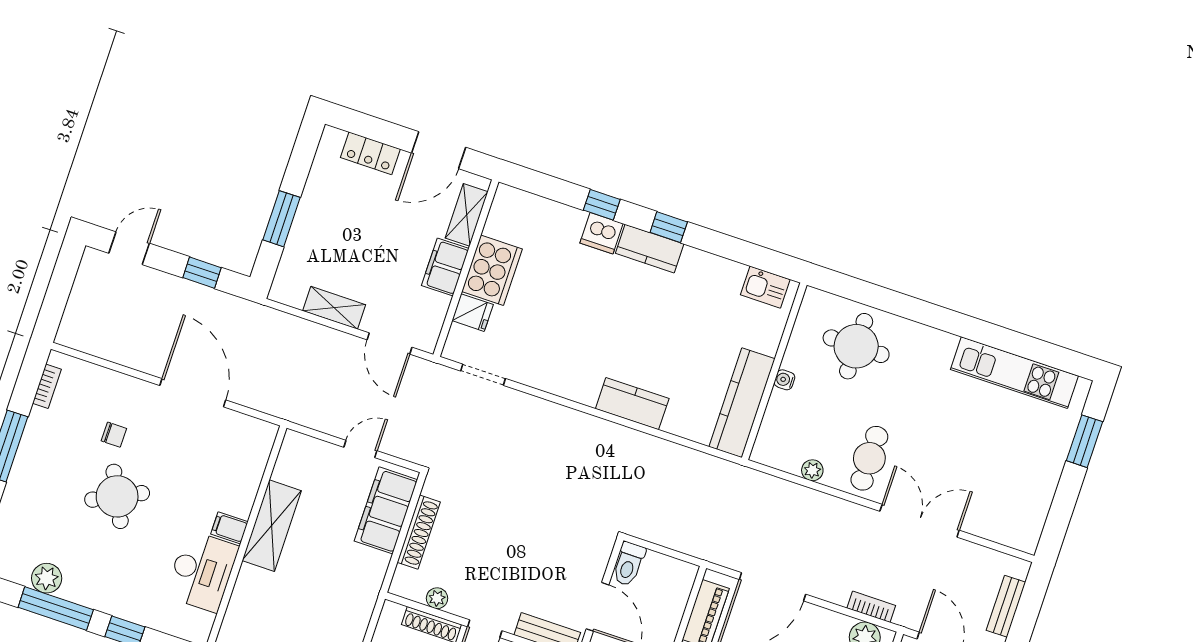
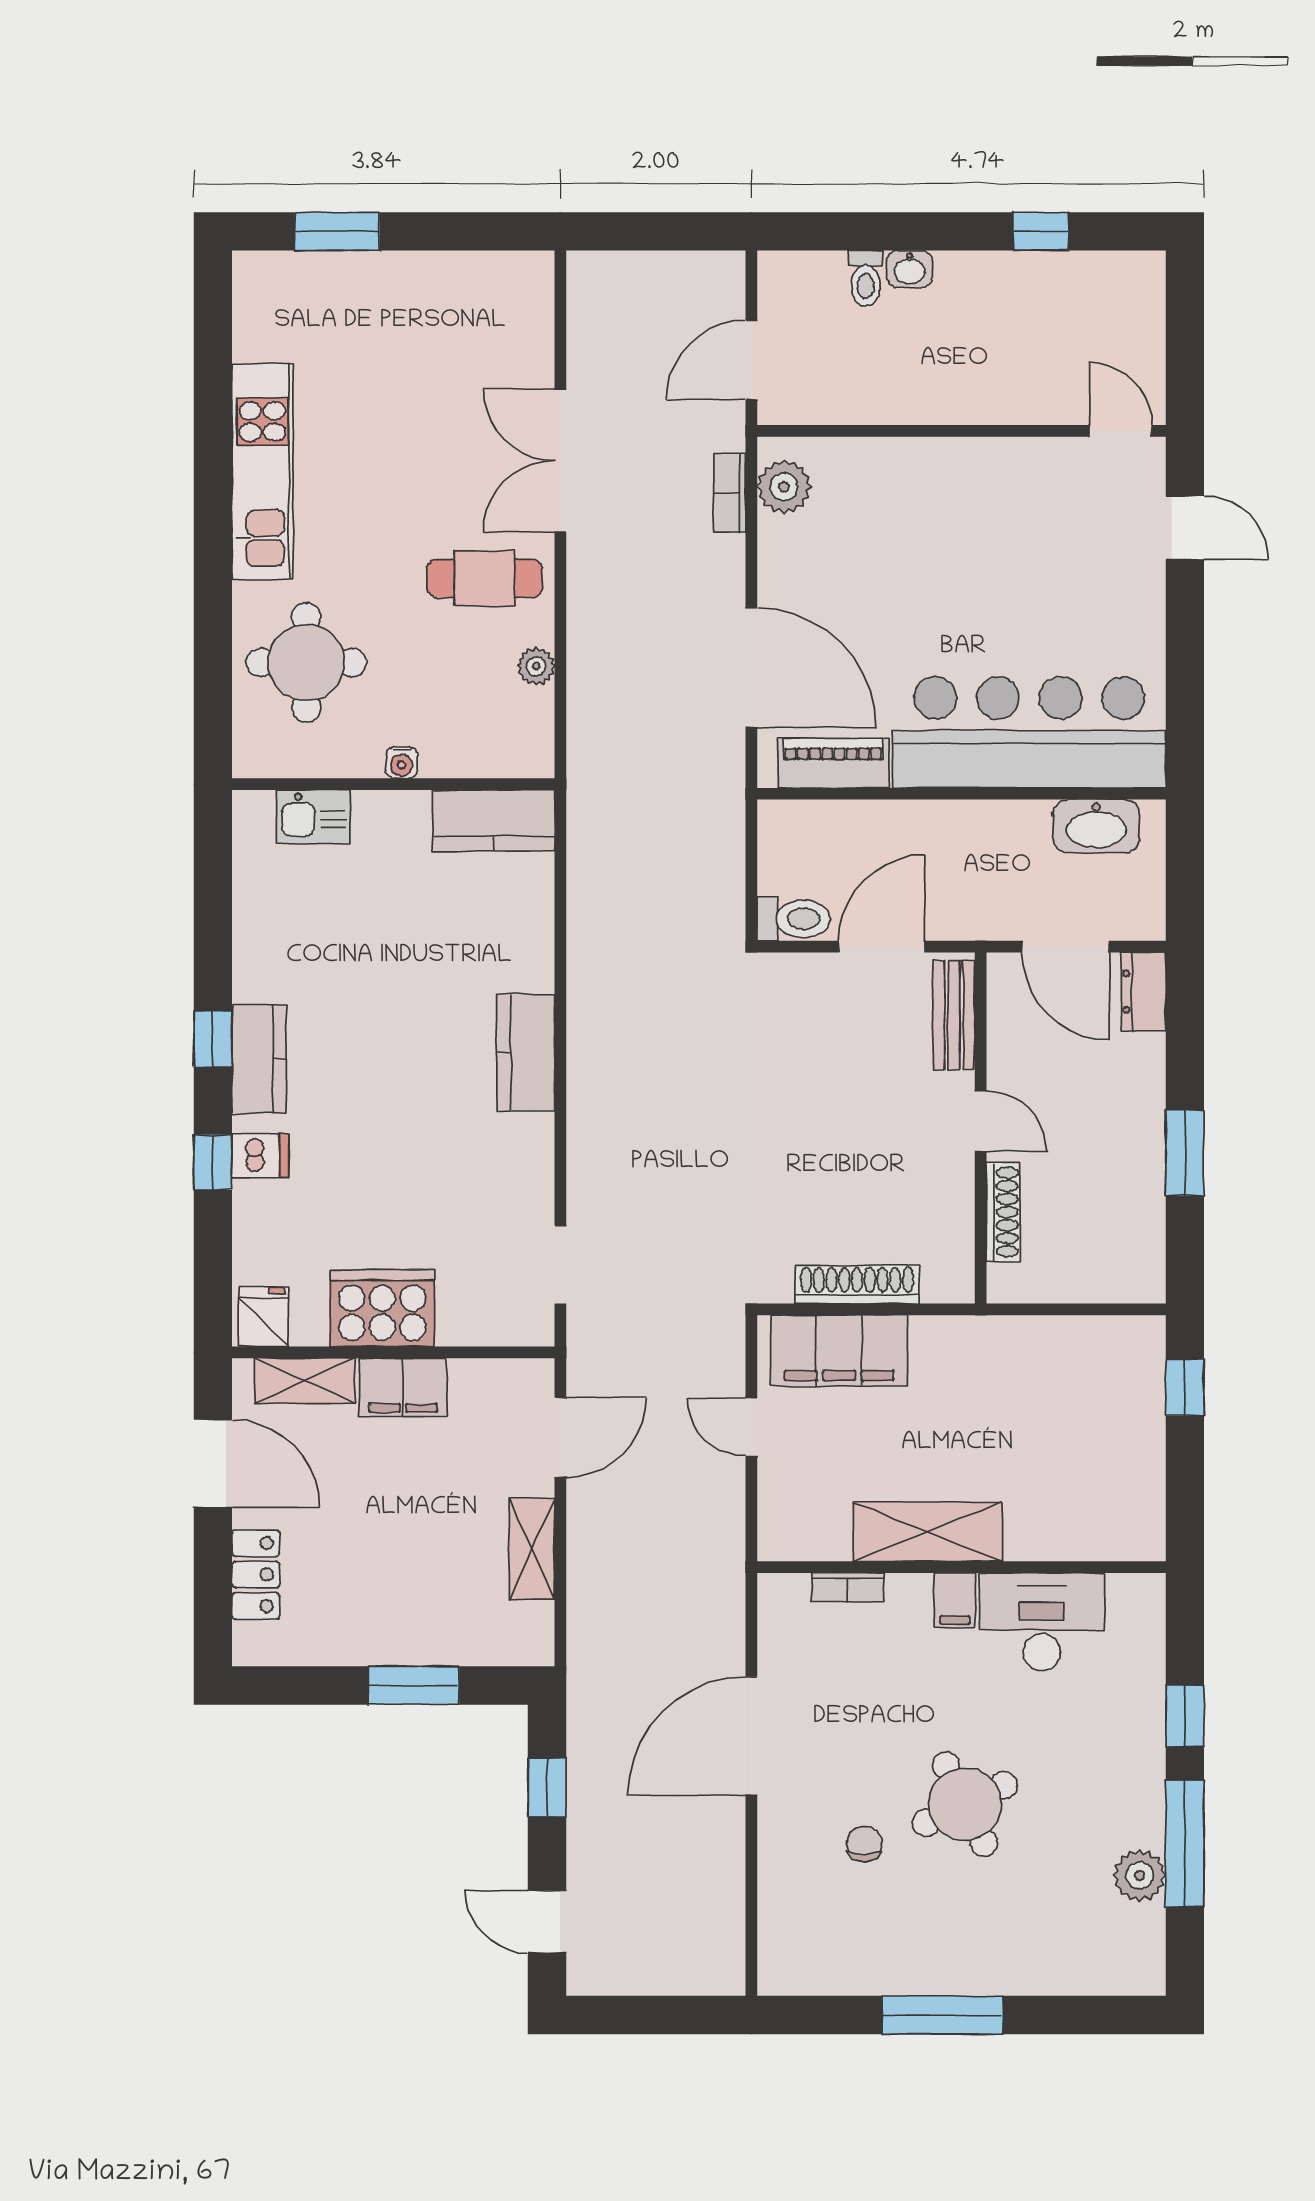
dishwasher: (601, 233) -> (260, 1156), width x0.73
kitchen sink: (765, 287) -> (313, 817), moved, turned 90
fridge: (473, 313) -> (264, 1317), moved
kitchen unit: (1014, 373) -> (262, 471), moved
bookcase: (47, 386) -> (847, 1587), moved, turned 180
kitchen counter: (742, 403) -> (494, 820), width x0.67
kitchen counter: (632, 404) -> (526, 1053), moved
plant: (437, 598) -> (956, 1217), removed
bench: (1006, 606) -> (654, 270), removed

